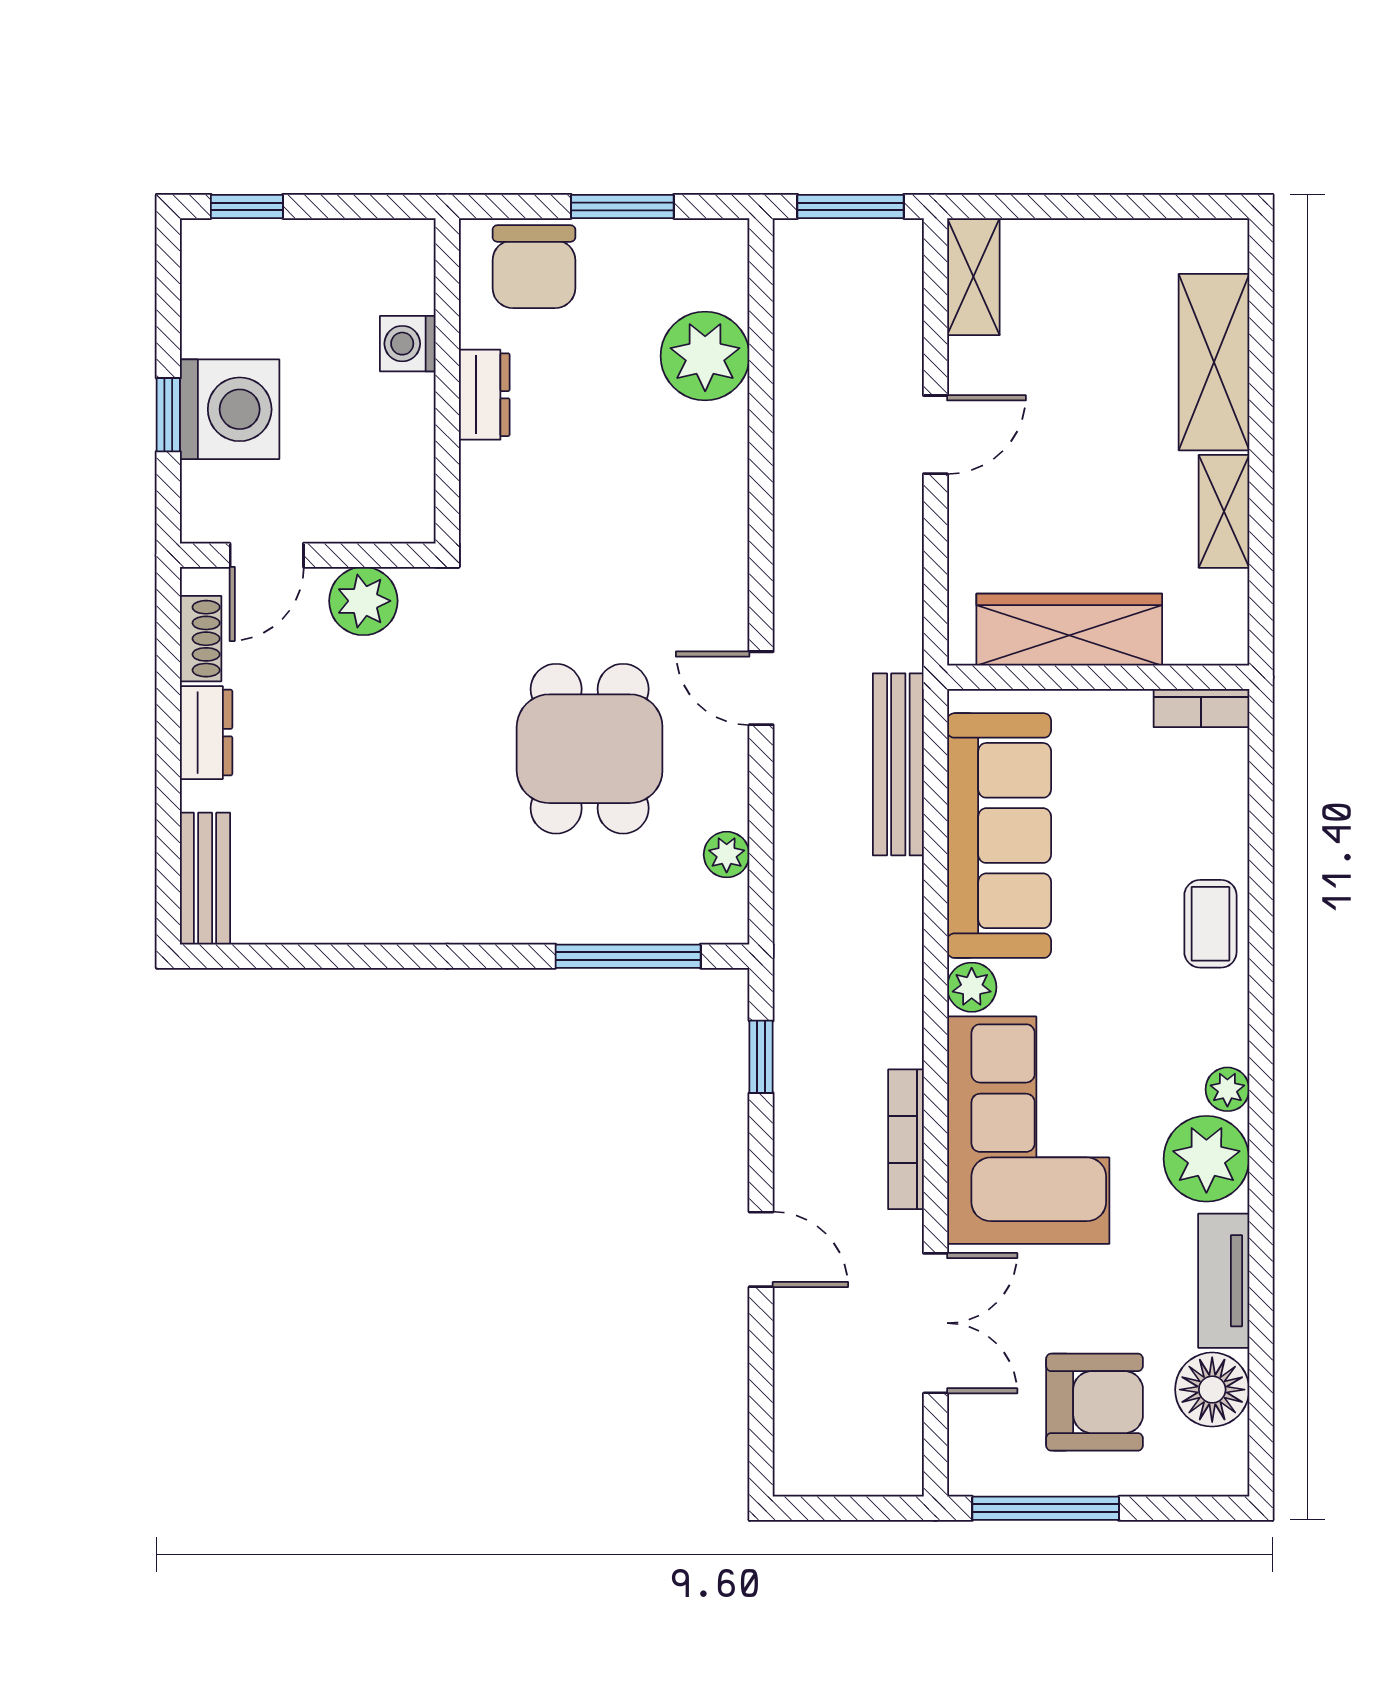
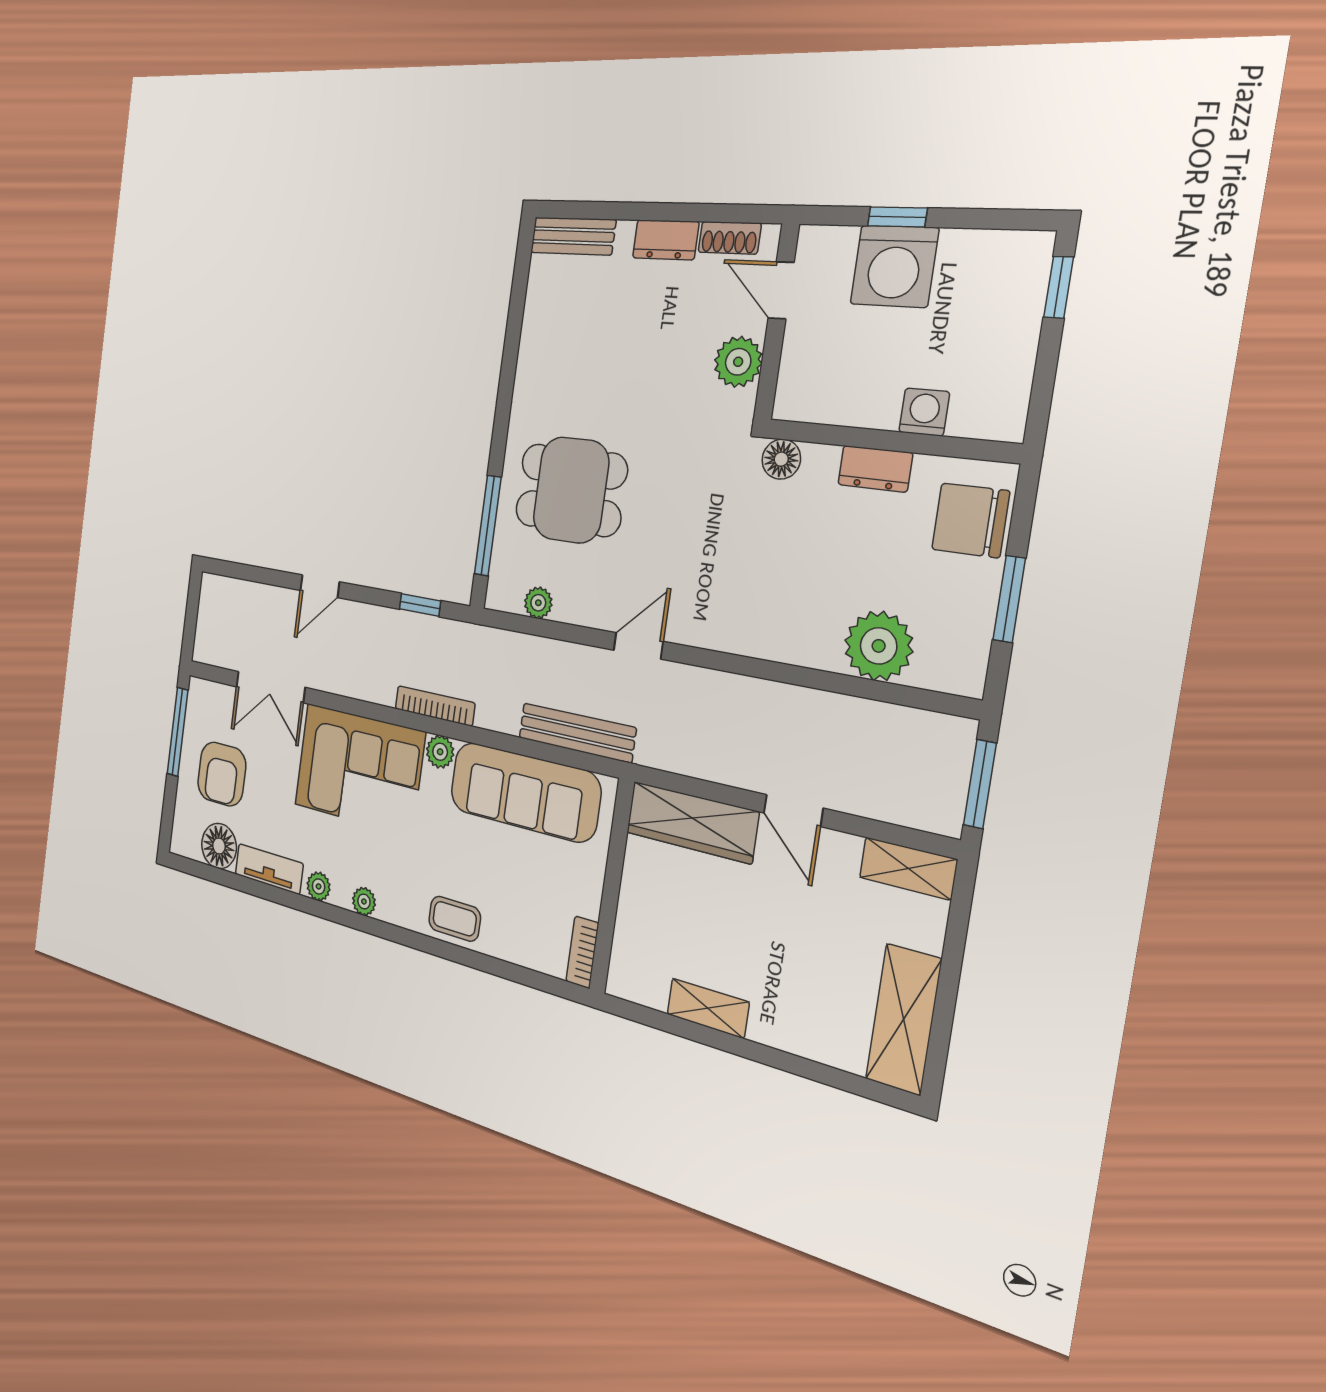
shelving: (1214, 362) -> (904, 1019), moved, turned 90
floor lamp: (485, 521) -> (781, 459), added
wardrobe: (1069, 630) -> (692, 822), moved, turned 90
dining table: (590, 749) -> (571, 490), moved
bookcase: (906, 1139) -> (435, 706), moved
plant: (1206, 1159) -> (319, 886), width x0.53, depth x0.53

